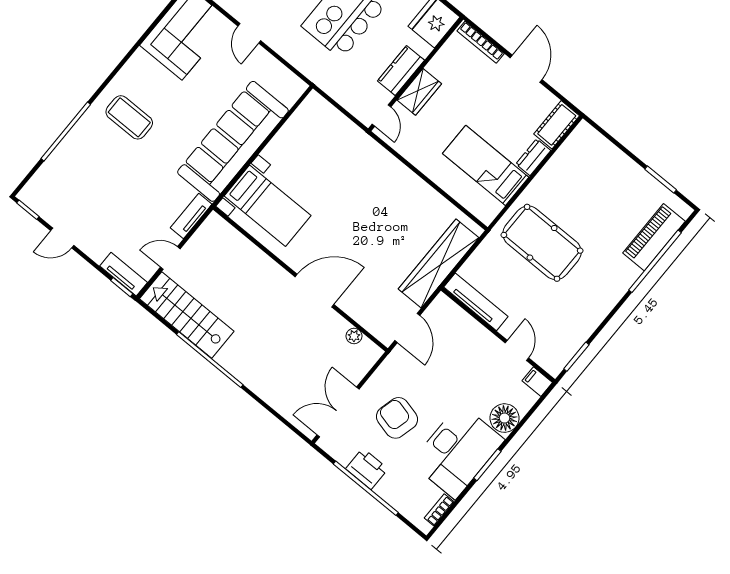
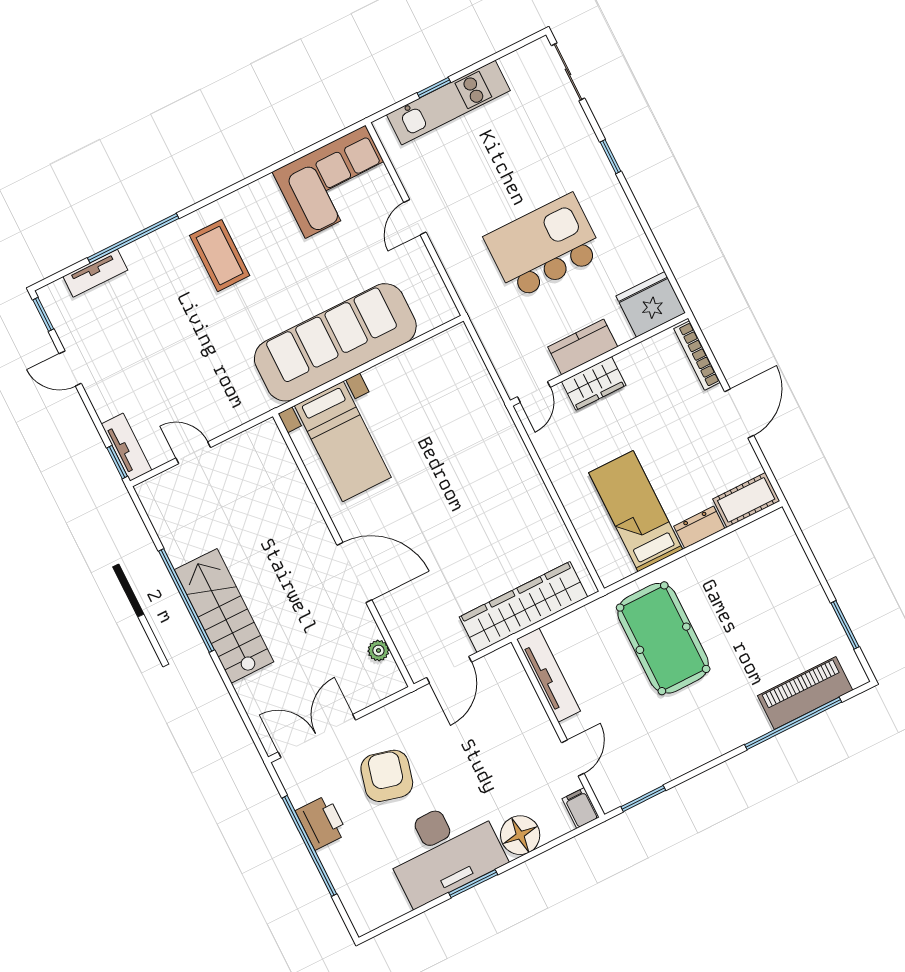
tv unit: (191, 216) -> (95, 273), moved, turned 180
stairs: (187, 315) -> (224, 616), moved
bookcase: (439, 510) -> (389, 913), removed

